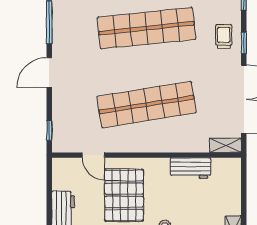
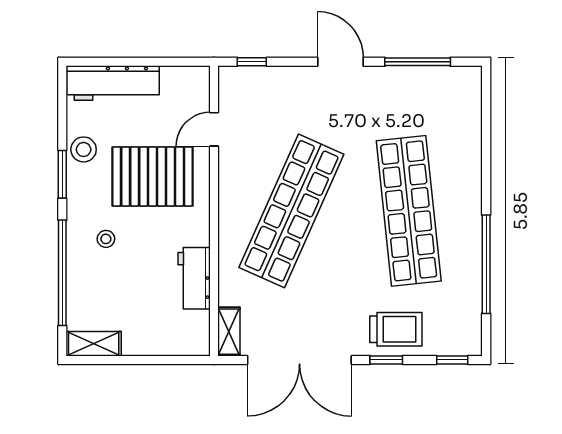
trolley: (224, 37) -> (396, 329), width x1.36, depth x1.39
shop shelf: (146, 105) -> (291, 211), turned 33

